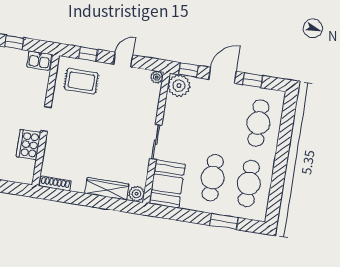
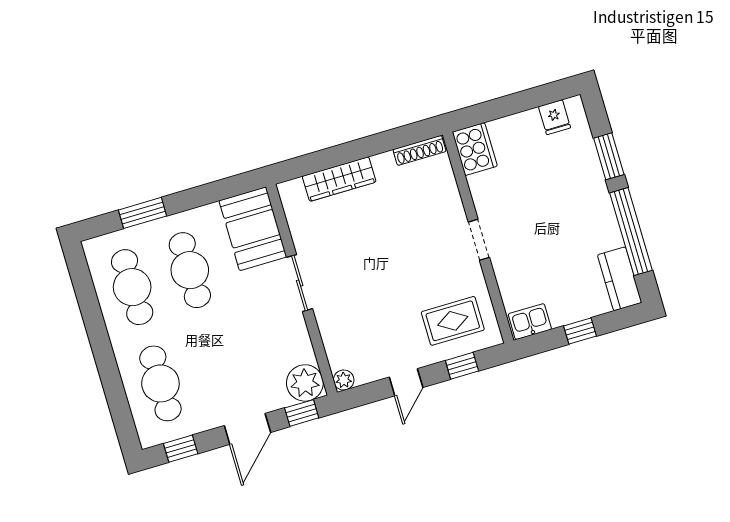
window: (253, 80) -> (181, 449), moved
cooker: (28, 145) -> (475, 149), moved
plant: (137, 194) -> (291, 193), removed

